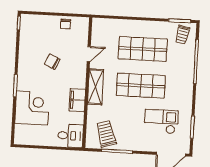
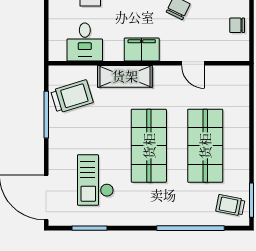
shelving: (96, 87) -> (125, 76), moved
filing cabinet: (77, 100) -> (142, 49), moved
checkout: (161, 122) -> (95, 180), turned 180
desk: (70, 136) -> (85, 42), moved

